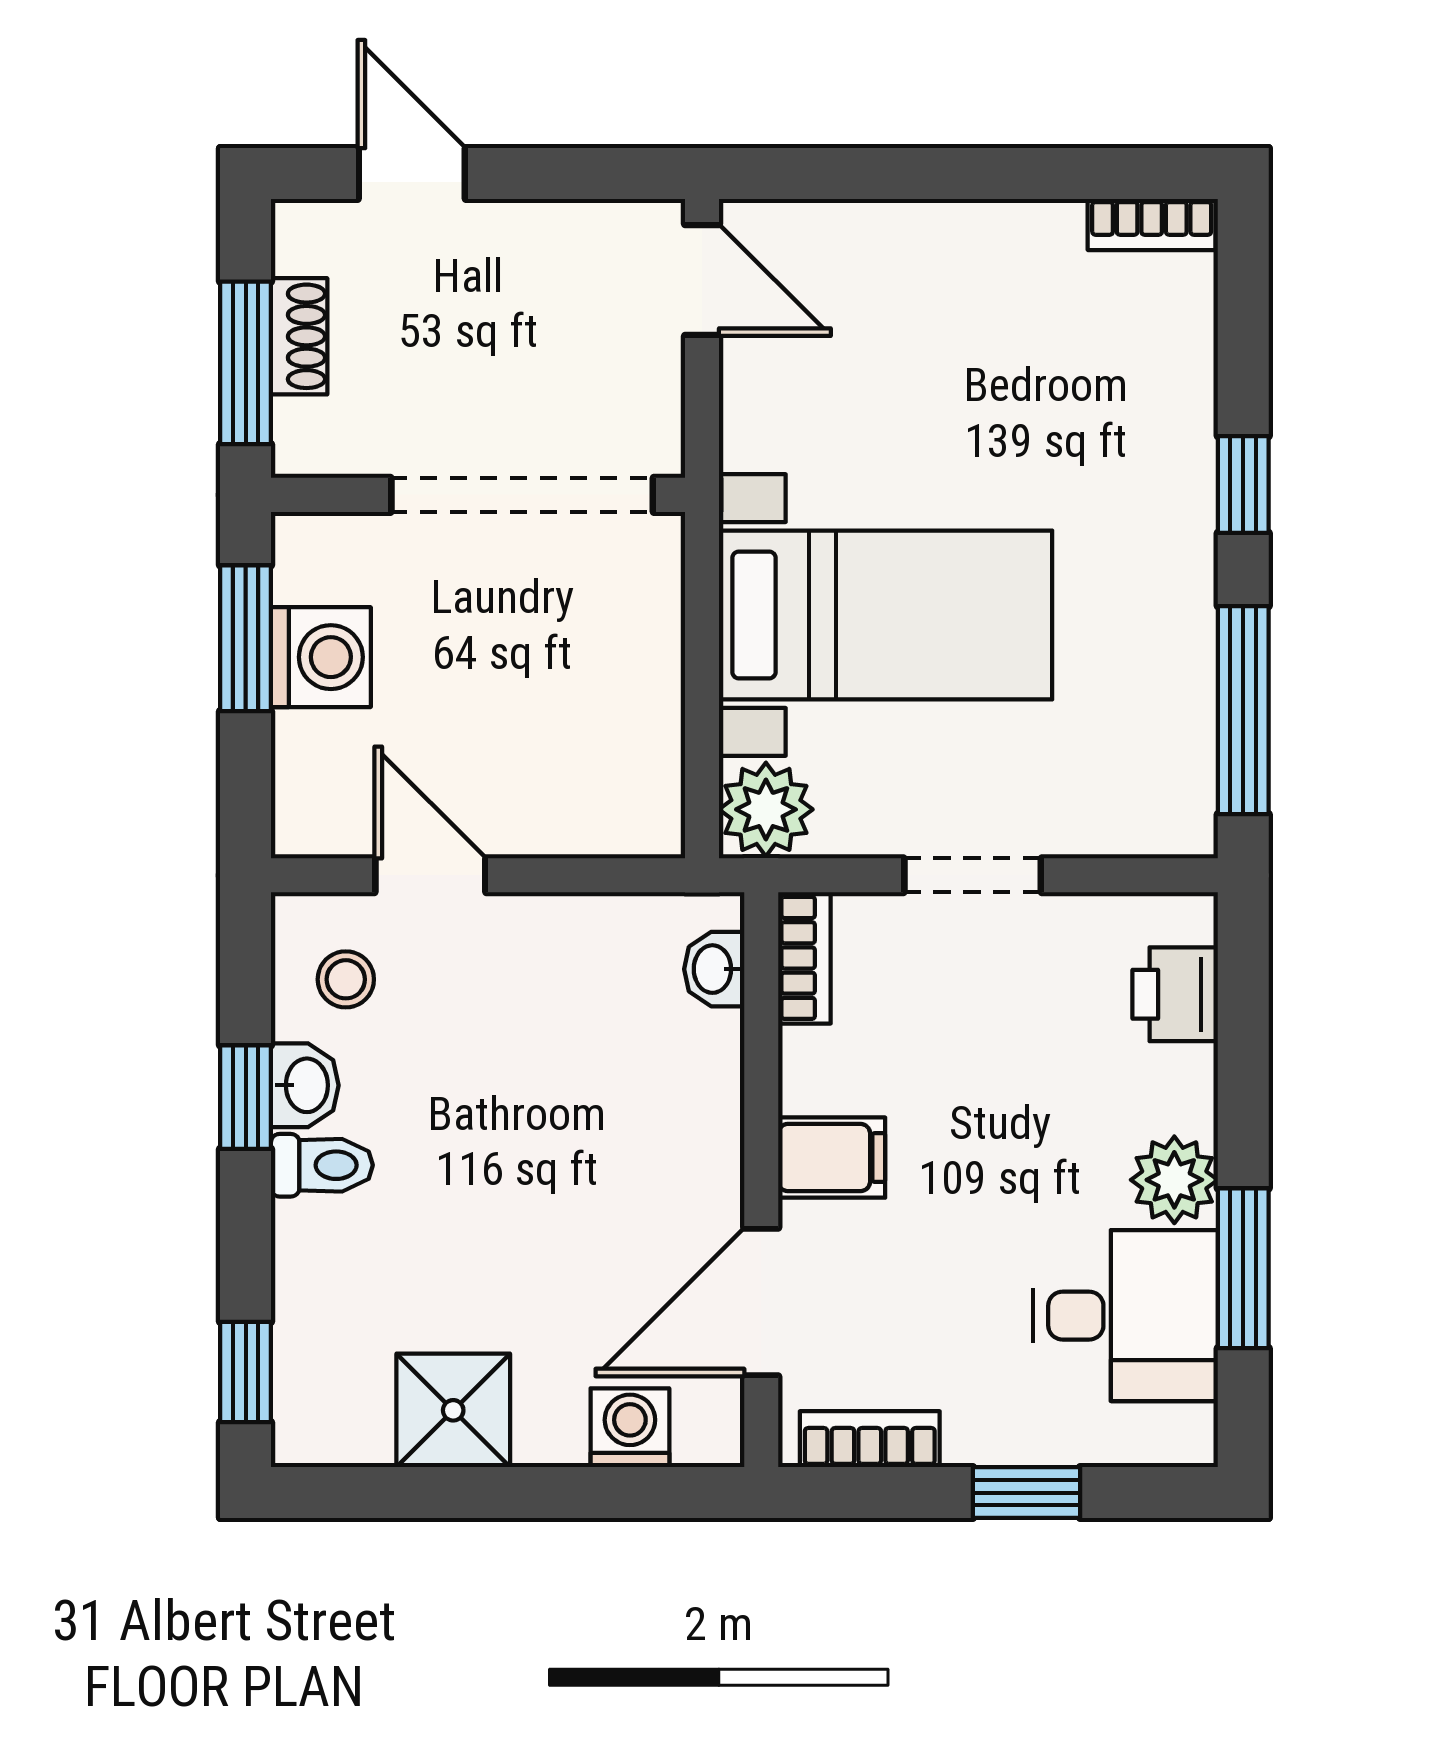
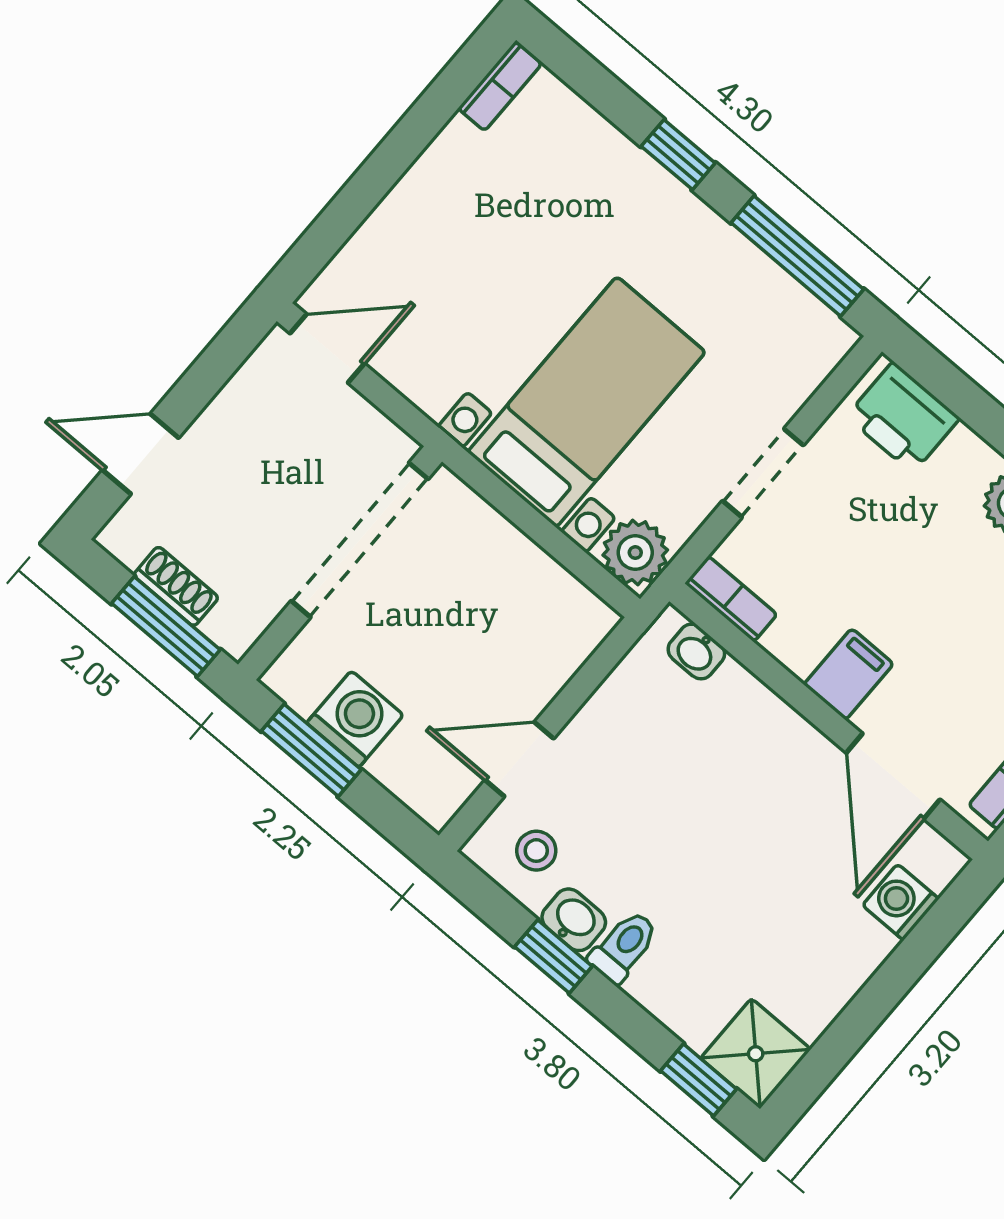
printer: (1175, 994) -> (903, 417), width x1.36, depth x1.24
shower: (453, 1410) -> (756, 1054), moved

